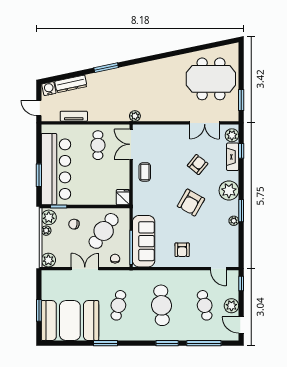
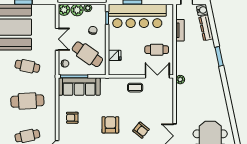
fridge: (123, 197) -> (115, 55), moved
armchair: (191, 203) -> (110, 125), turned 60
plant: (49, 217) -> (77, 10), moved

